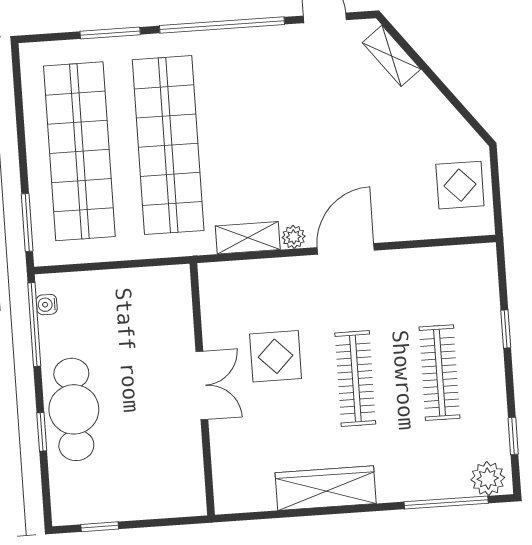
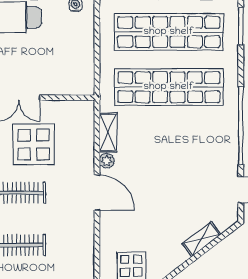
window: (110, 33) -> (241, 26), moved
shelving: (392, 56) -> (202, 239), moved
display table: (276, 356) -> (34, 144), width x1.36, depth x1.36

